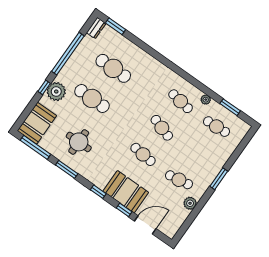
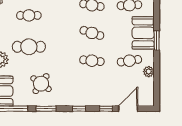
cafe table: (113, 68) -> (29, 15), width x0.73, depth x0.74
round table: (79, 142) -> (41, 84), turned 35
booth: (126, 192) -> (143, 33), moved, turned 90

